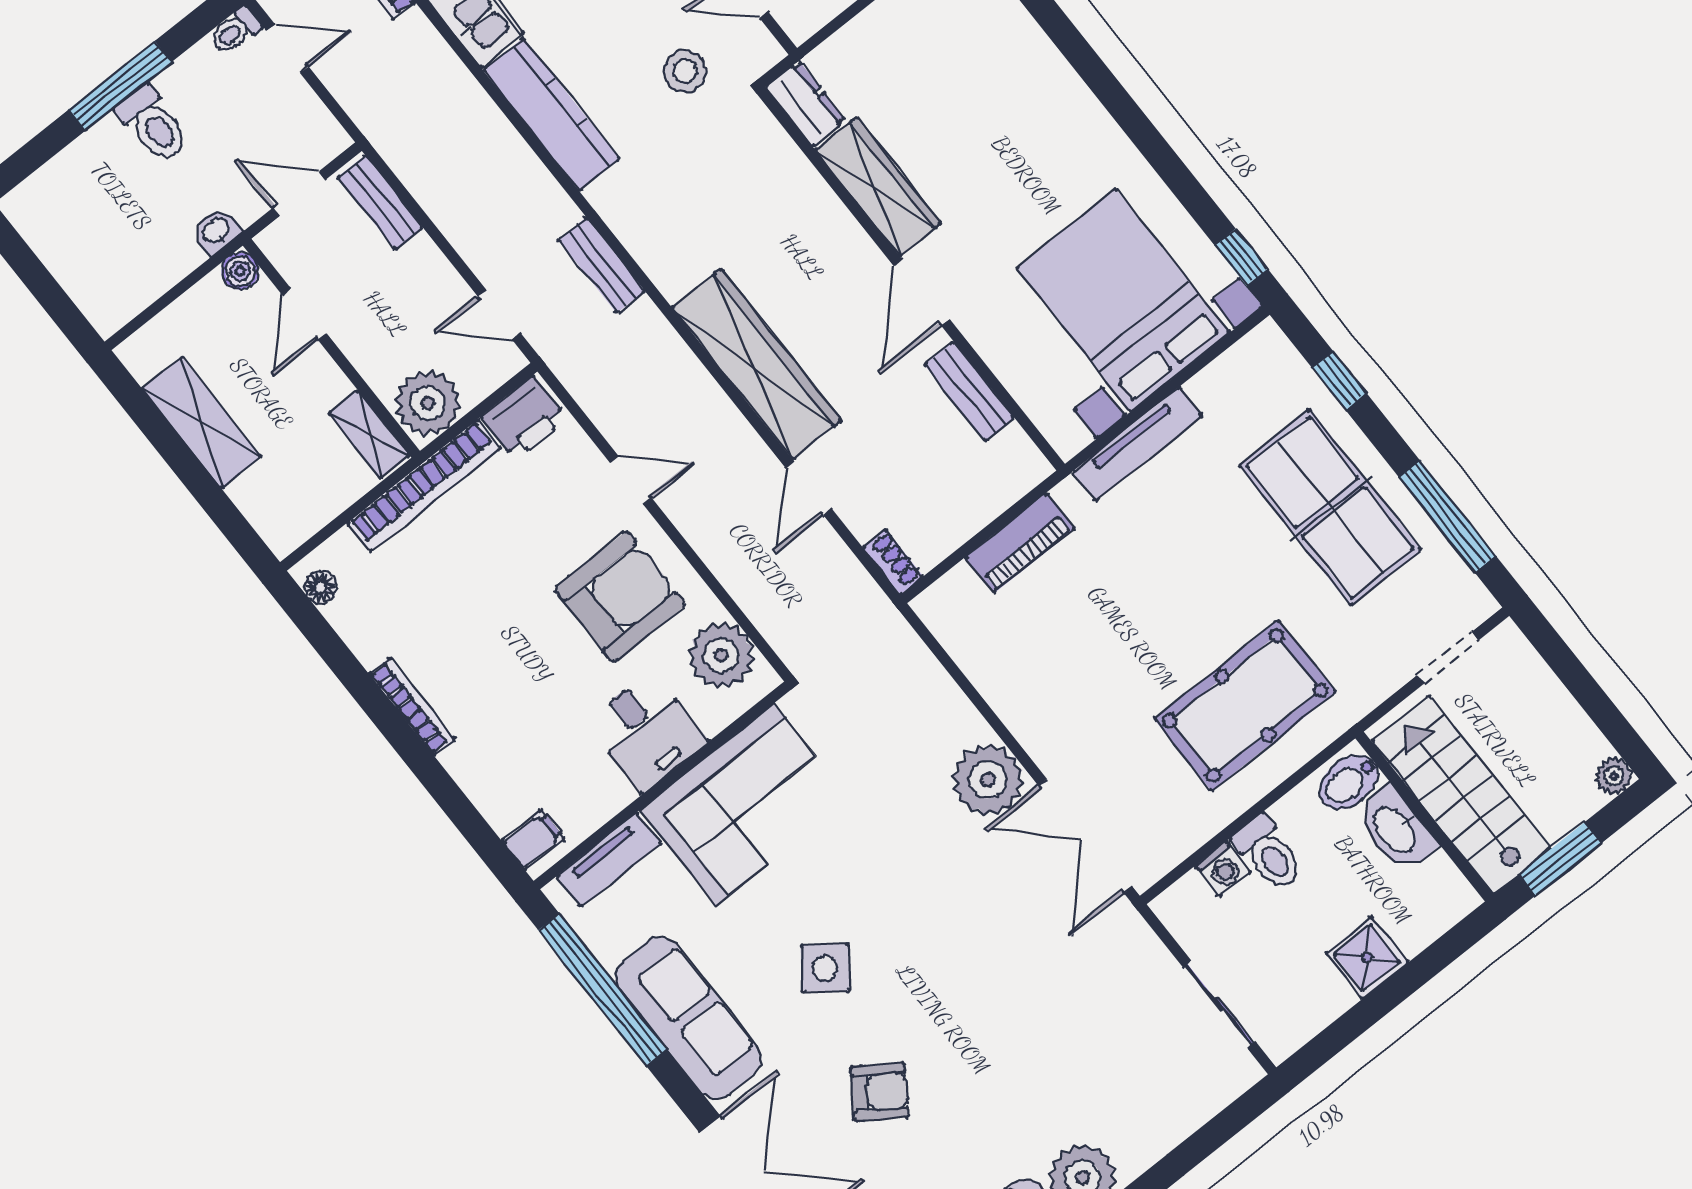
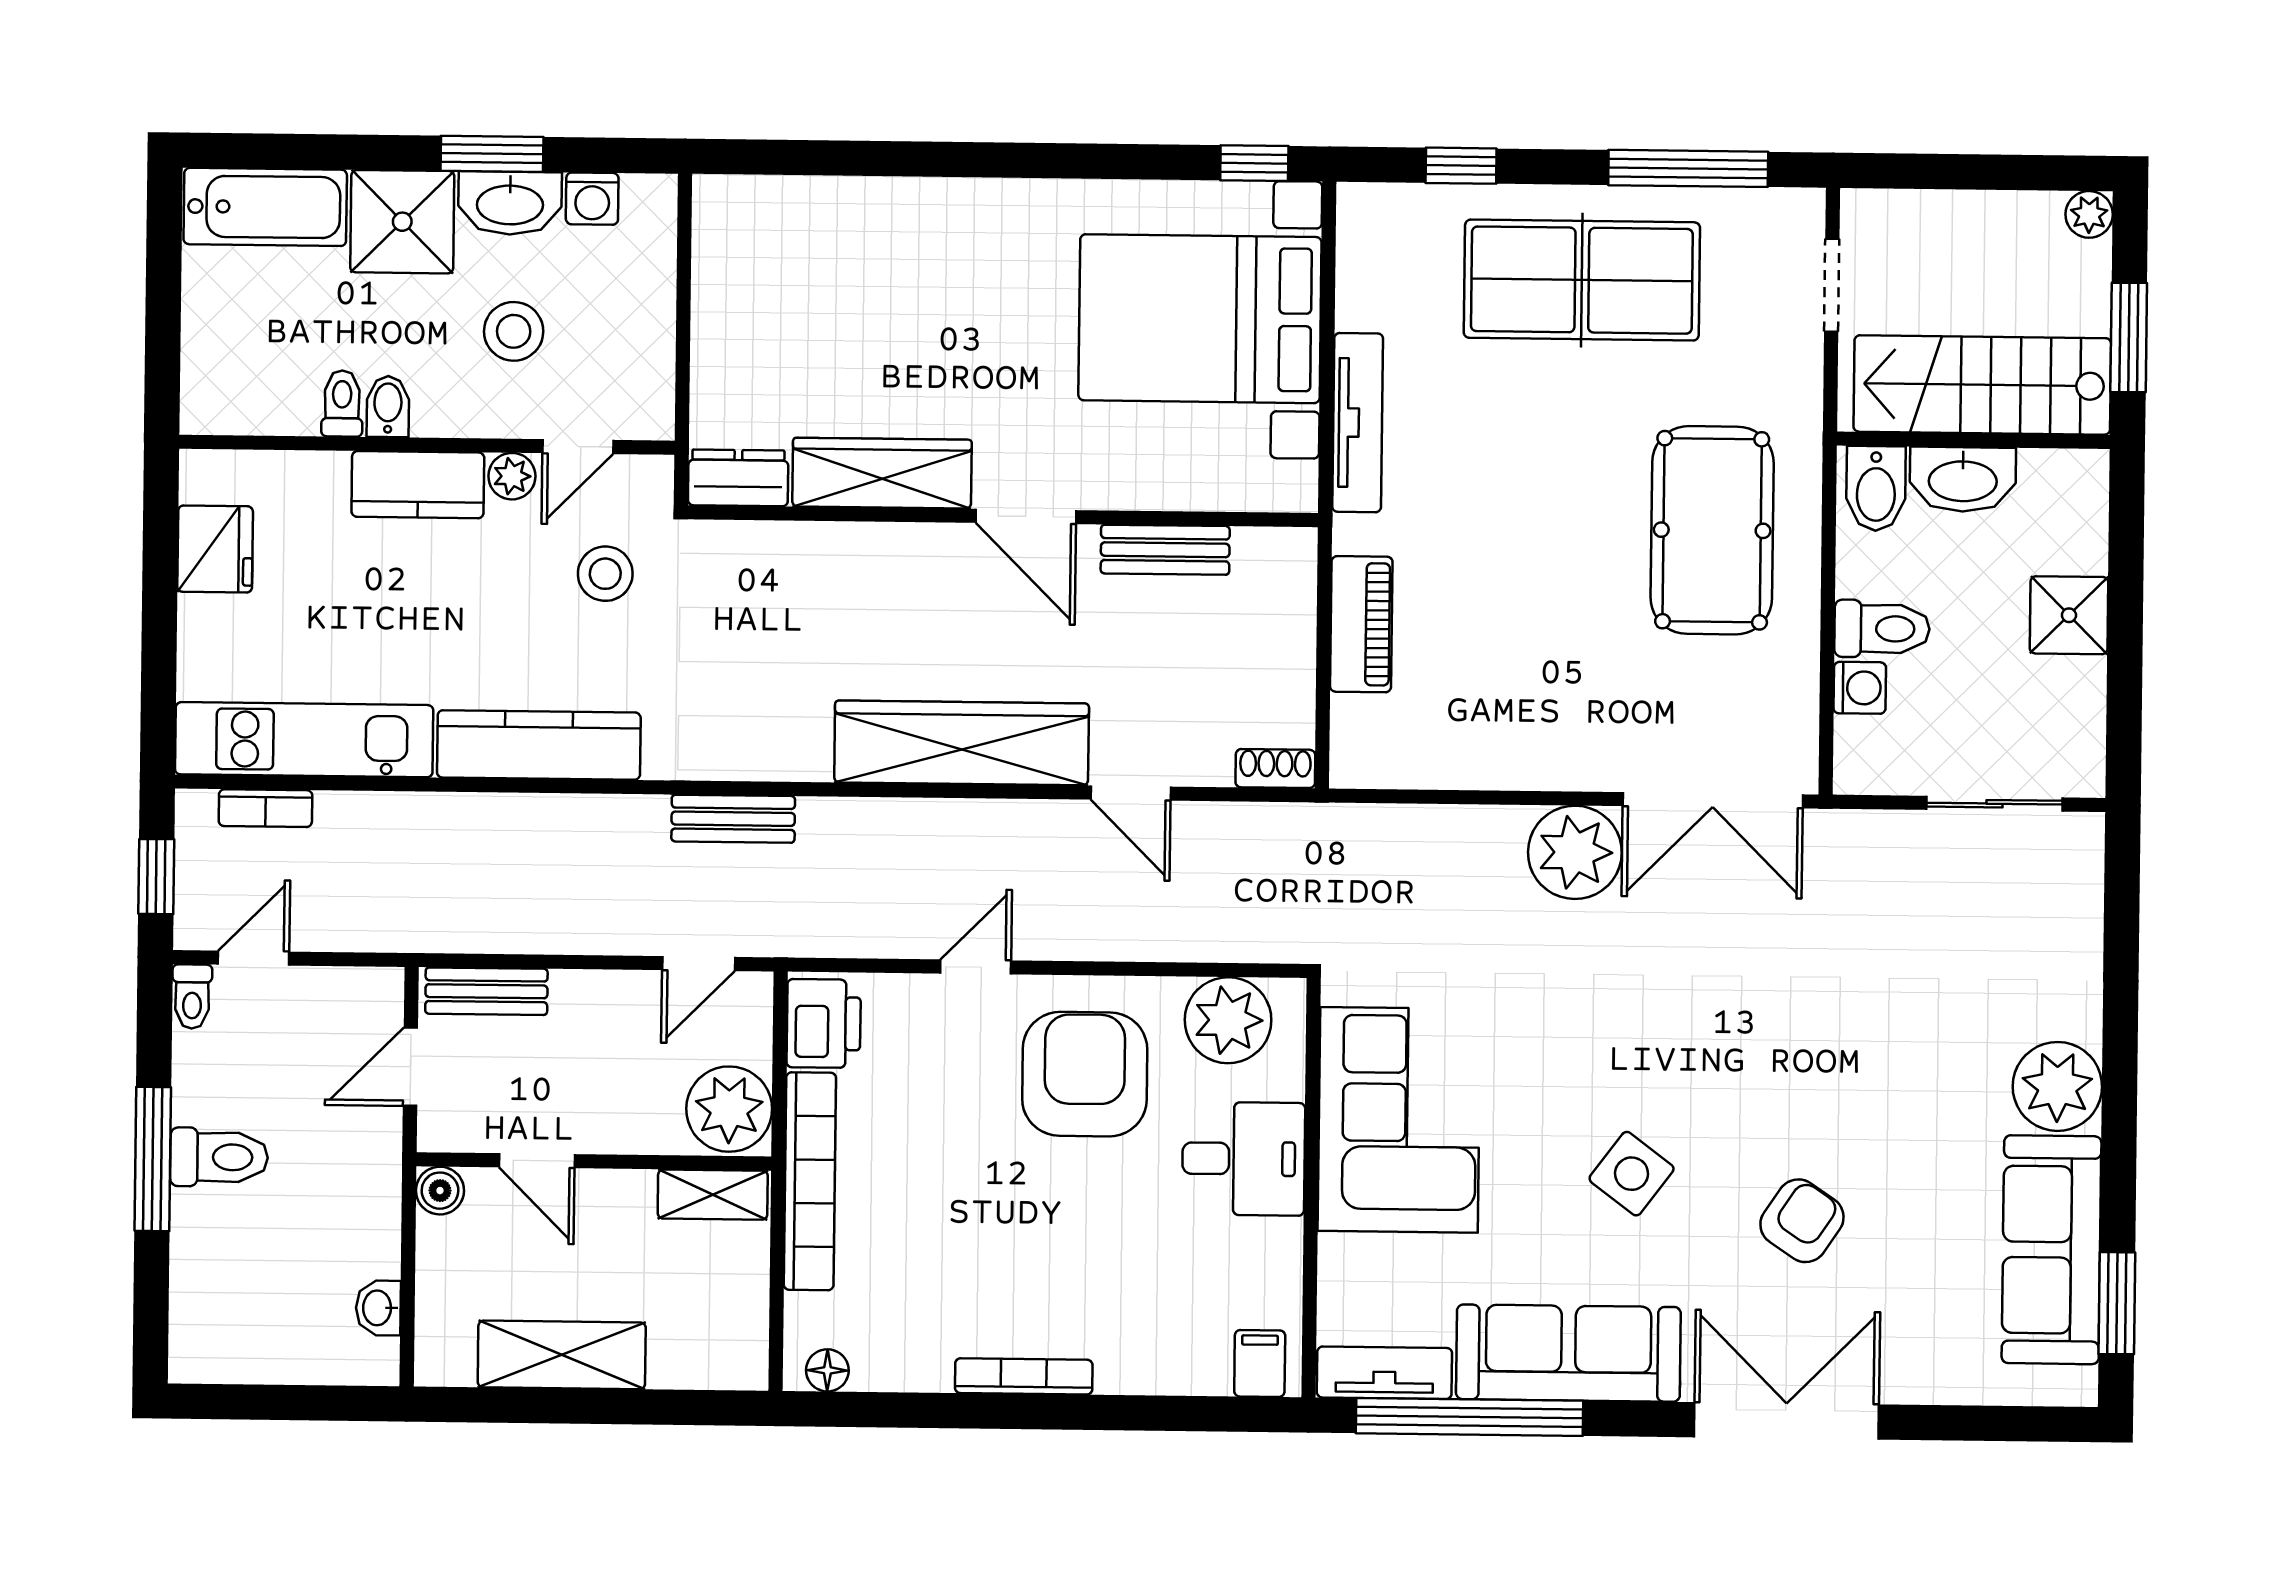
washbasin: (217, 231) -> (378, 1308), moved
tv unit: (609, 860) -> (1384, 1373), moved, turned -90

